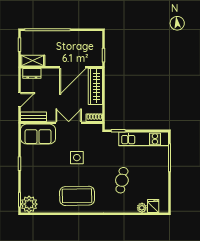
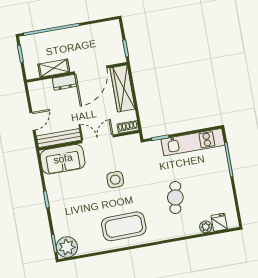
shelving: (33, 61) -> (54, 68), moved
dresser: (32, 73) -> (64, 82), moved
bench: (33, 117) -> (59, 138), width x1.36

